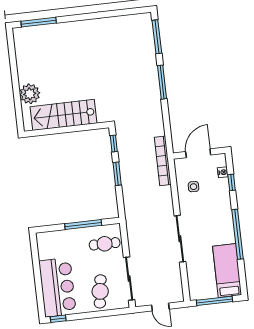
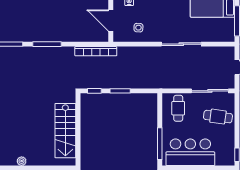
plant: (30, 94) -> (22, 161), moved, width x0.53, depth x0.53
bookcase: (163, 161) -> (96, 51), moved
window: (83, 225) -> (160, 144), moved
bar counter: (57, 287) -> (190, 152), moved

